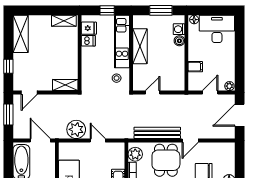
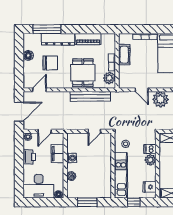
washing machine: (179, 29) -> (72, 158), moved
dishwasher: (88, 41) -> (150, 149), moved
shelving: (140, 46) -> (105, 171), removed
plant: (88, 59) -> (150, 160), added
printer: (228, 63) -> (29, 157), added
filing cabinet: (195, 67) -> (58, 154), width x2.00
door: (190, 140) -> (39, 90), moved

